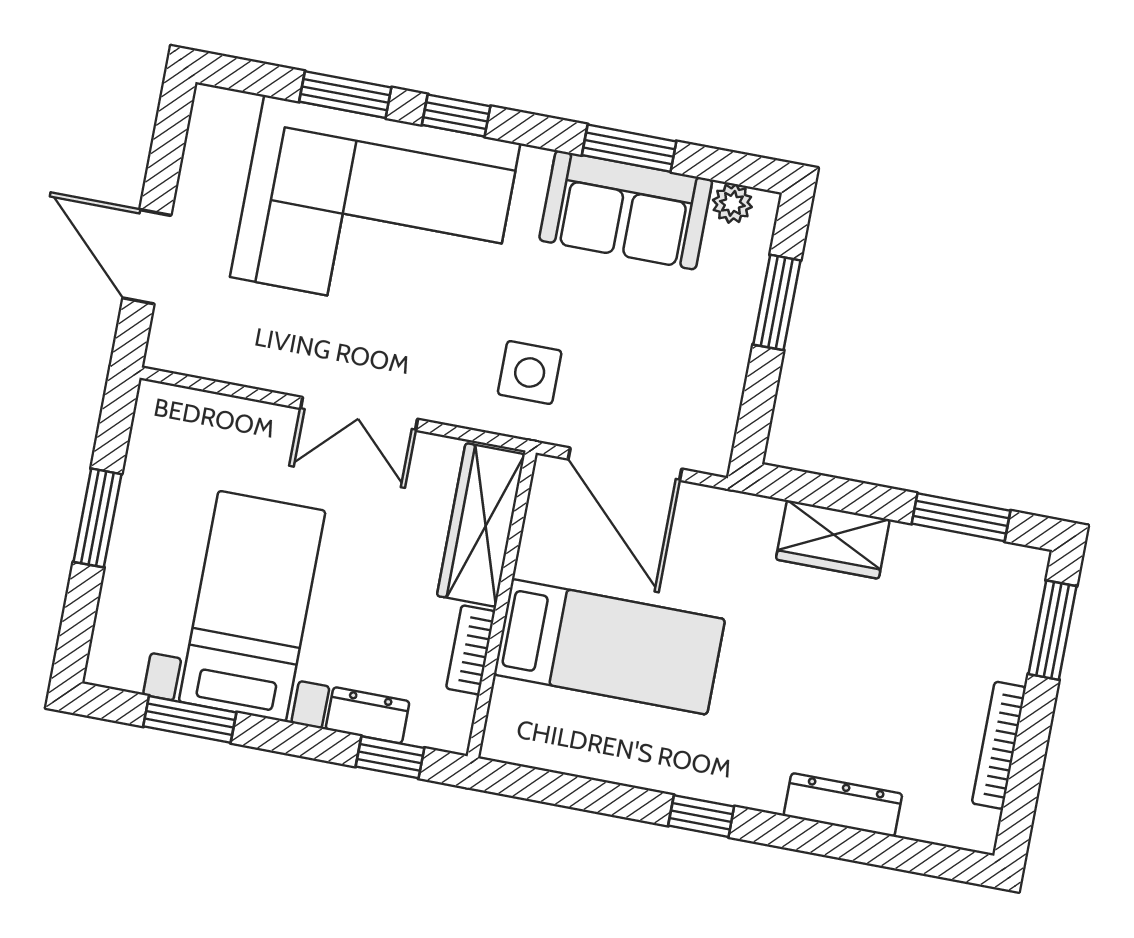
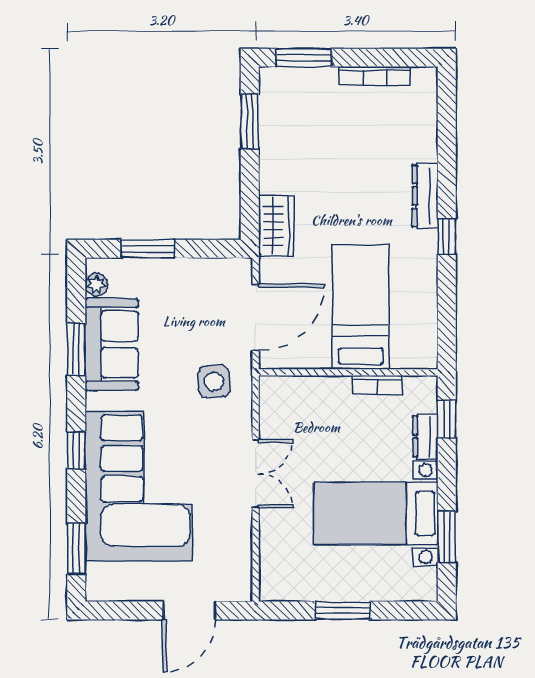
window: (345, 95) -> (76, 549), moved
wardrobe: (481, 525) -> (306, 393), removed
wardrobe: (833, 539) -> (276, 226), moved
dresser: (843, 805) -> (425, 196), moved

